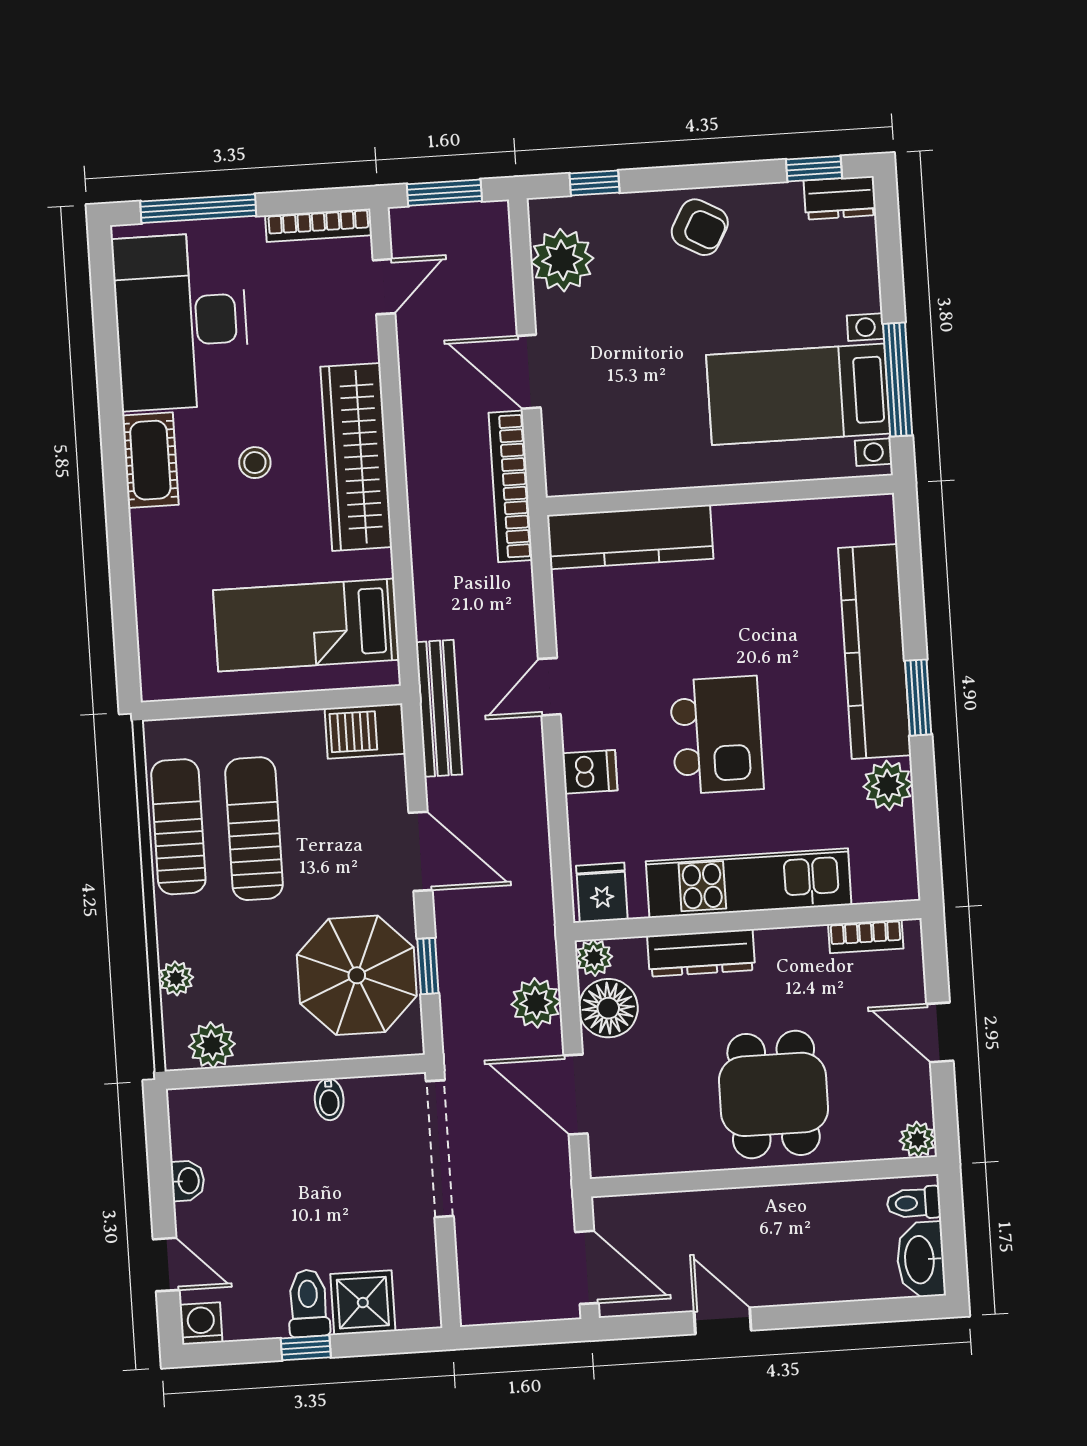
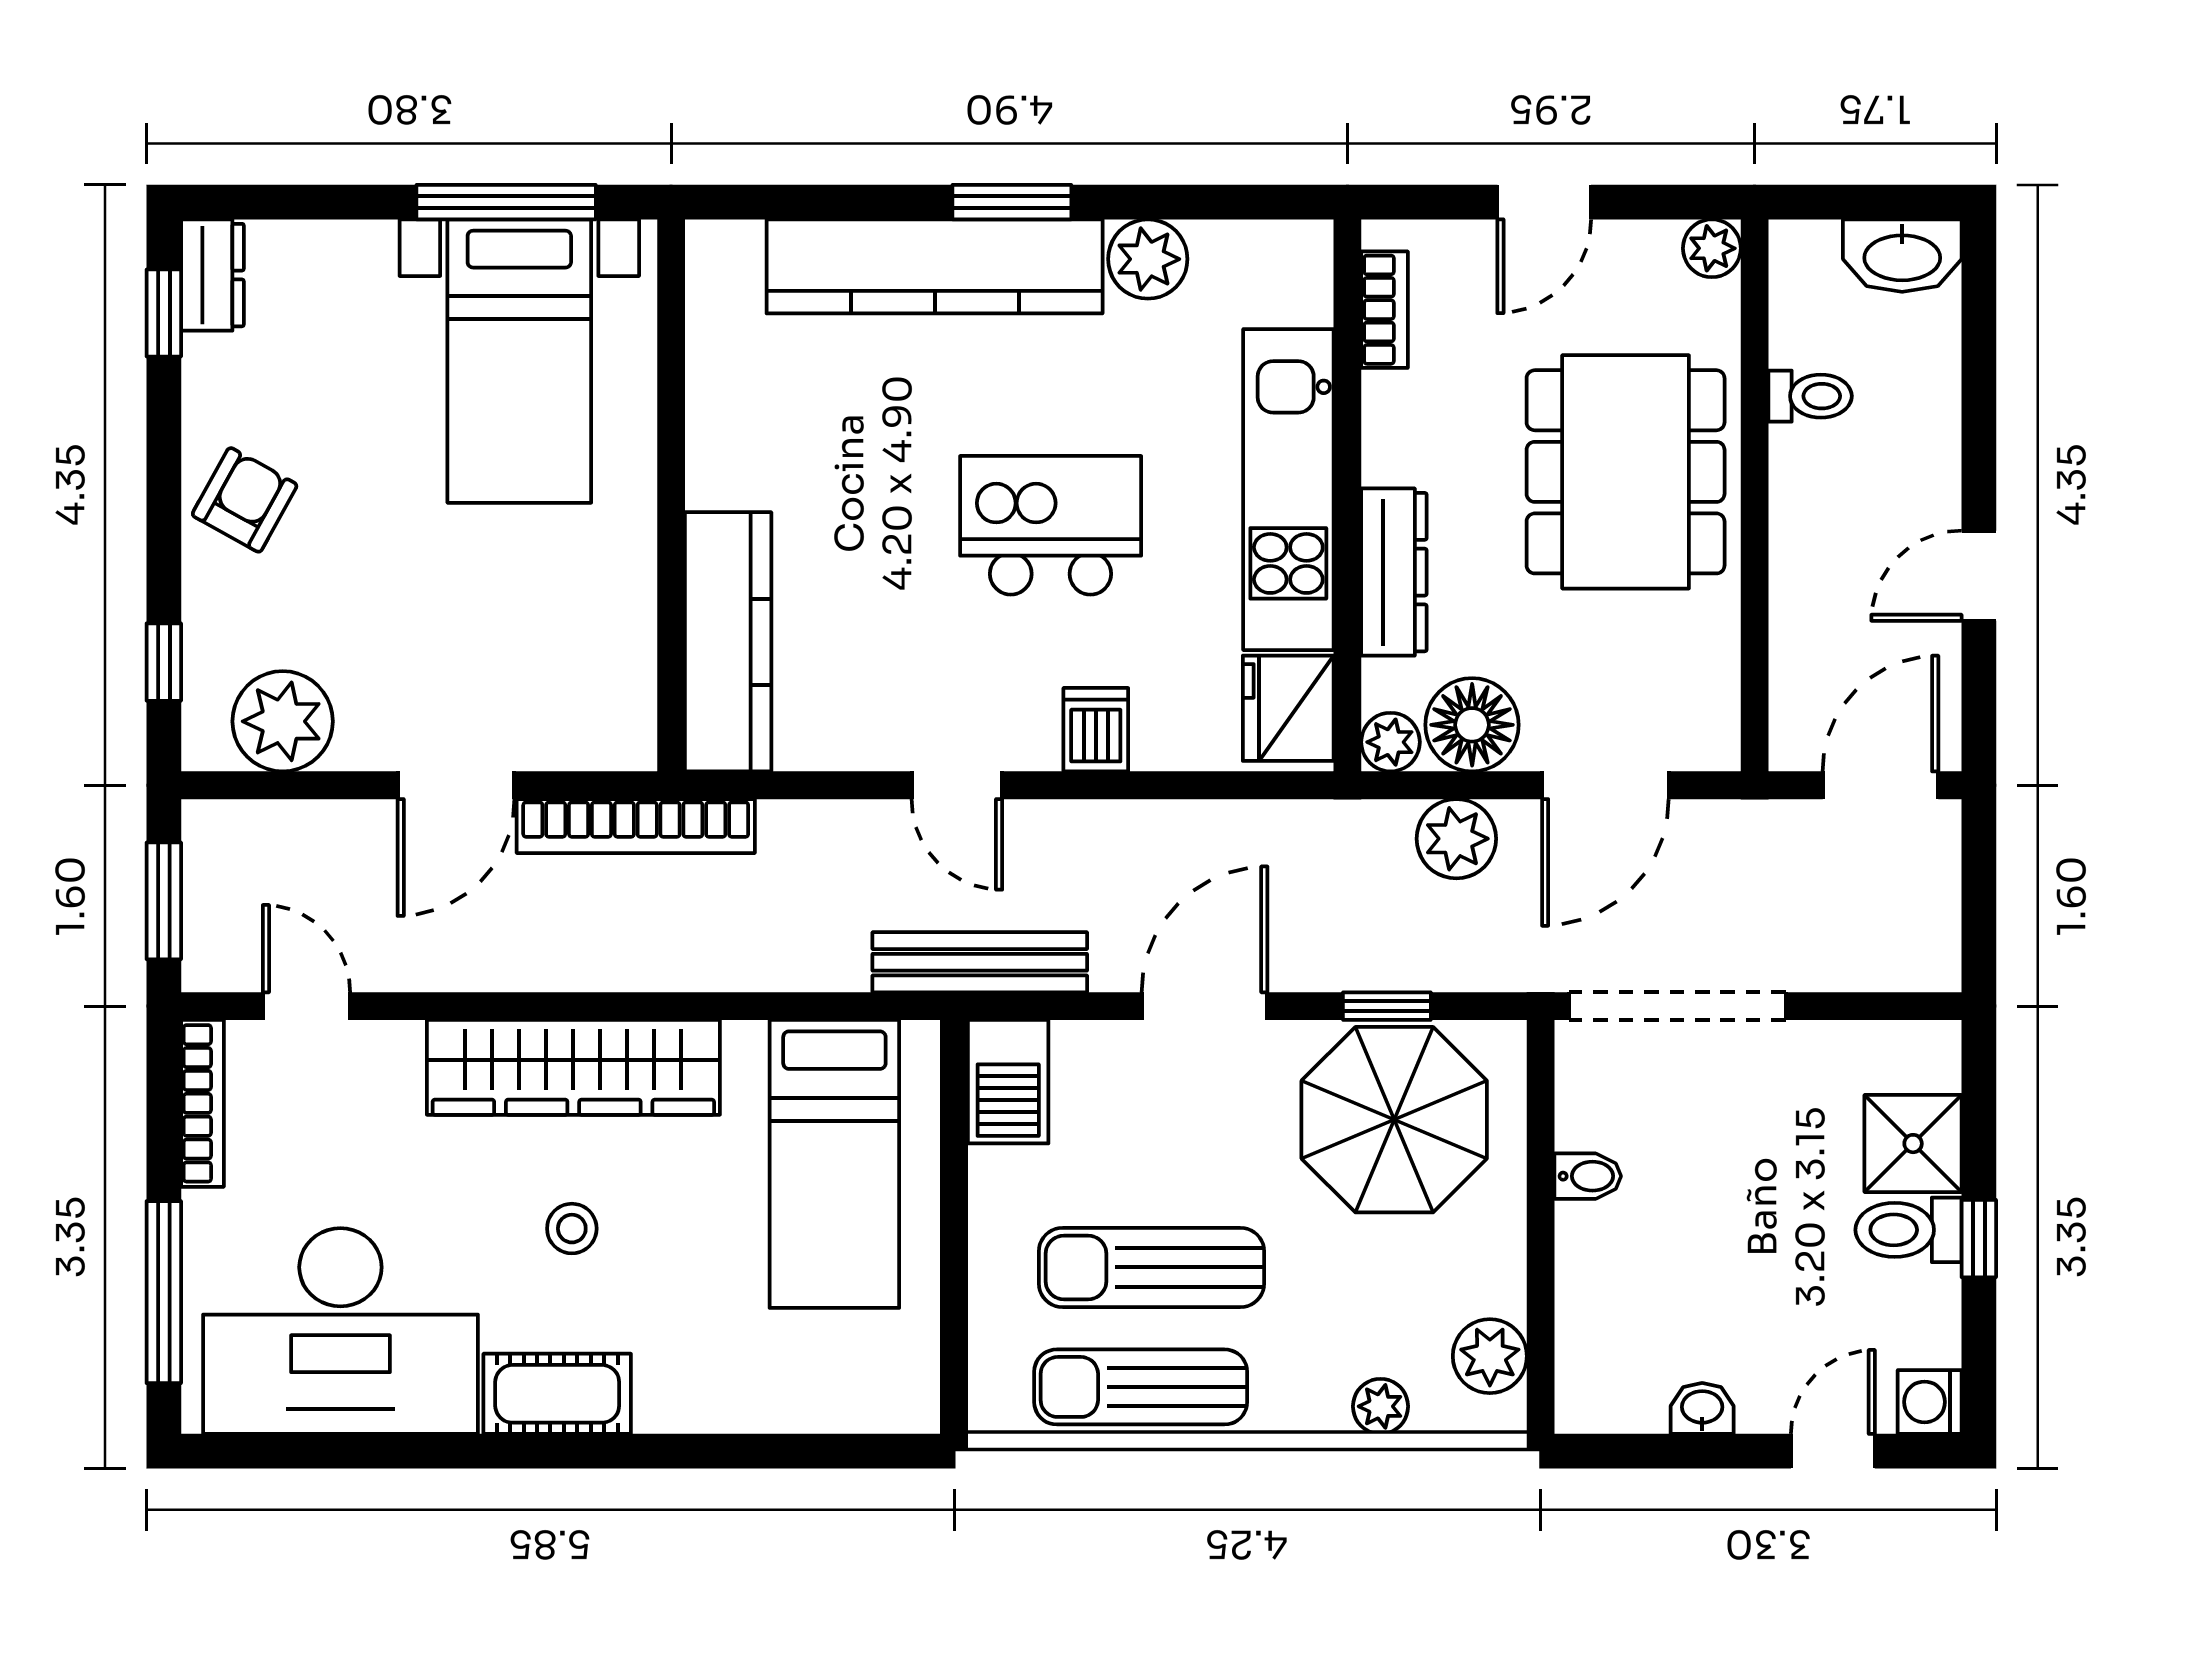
fridge: (602, 893) -> (1288, 708), width x1.38
dining table: (774, 1094) -> (1626, 472), width x1.38
toilet: (914, 1203) -> (1810, 396), moved, turned -90

